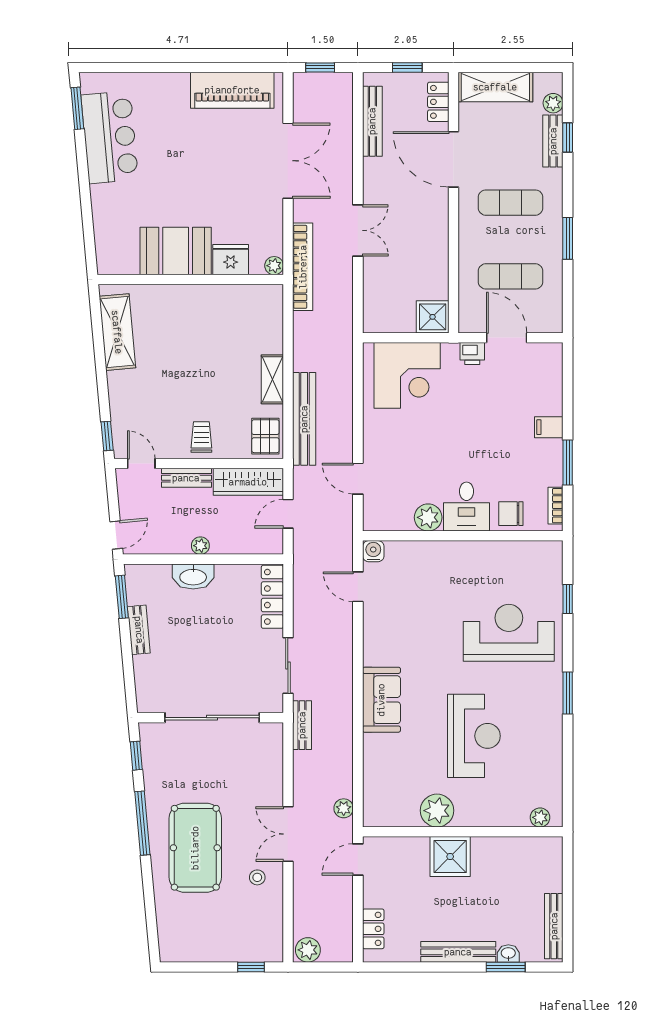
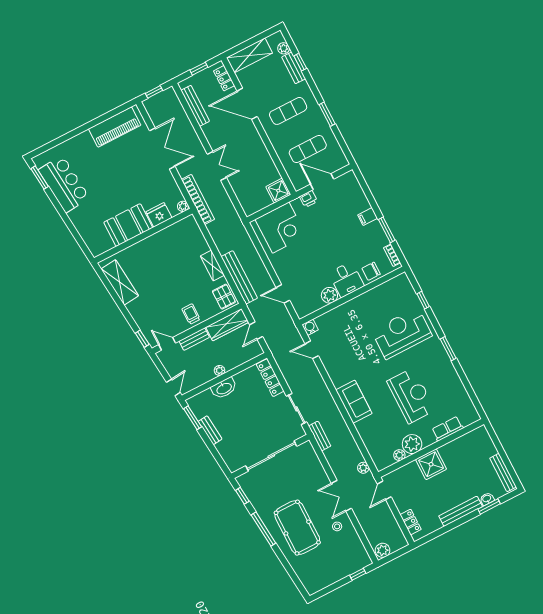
row of seats: (503, 815) -> (447, 429), added
plant: (540, 817) -> (399, 455), moved

